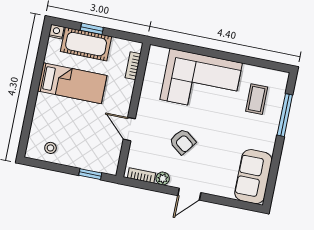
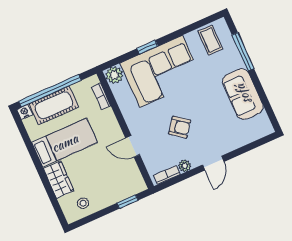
window: (92, 29) -> (50, 91), width x3.17
window: (204, 51) -> (147, 47), added
plant: (158, 55) -> (114, 75), added
coffee table: (257, 99) -> (210, 40), moved
wardrobe: (44, 112) -> (59, 180), added
sofa: (253, 177) -> (243, 94), moved

